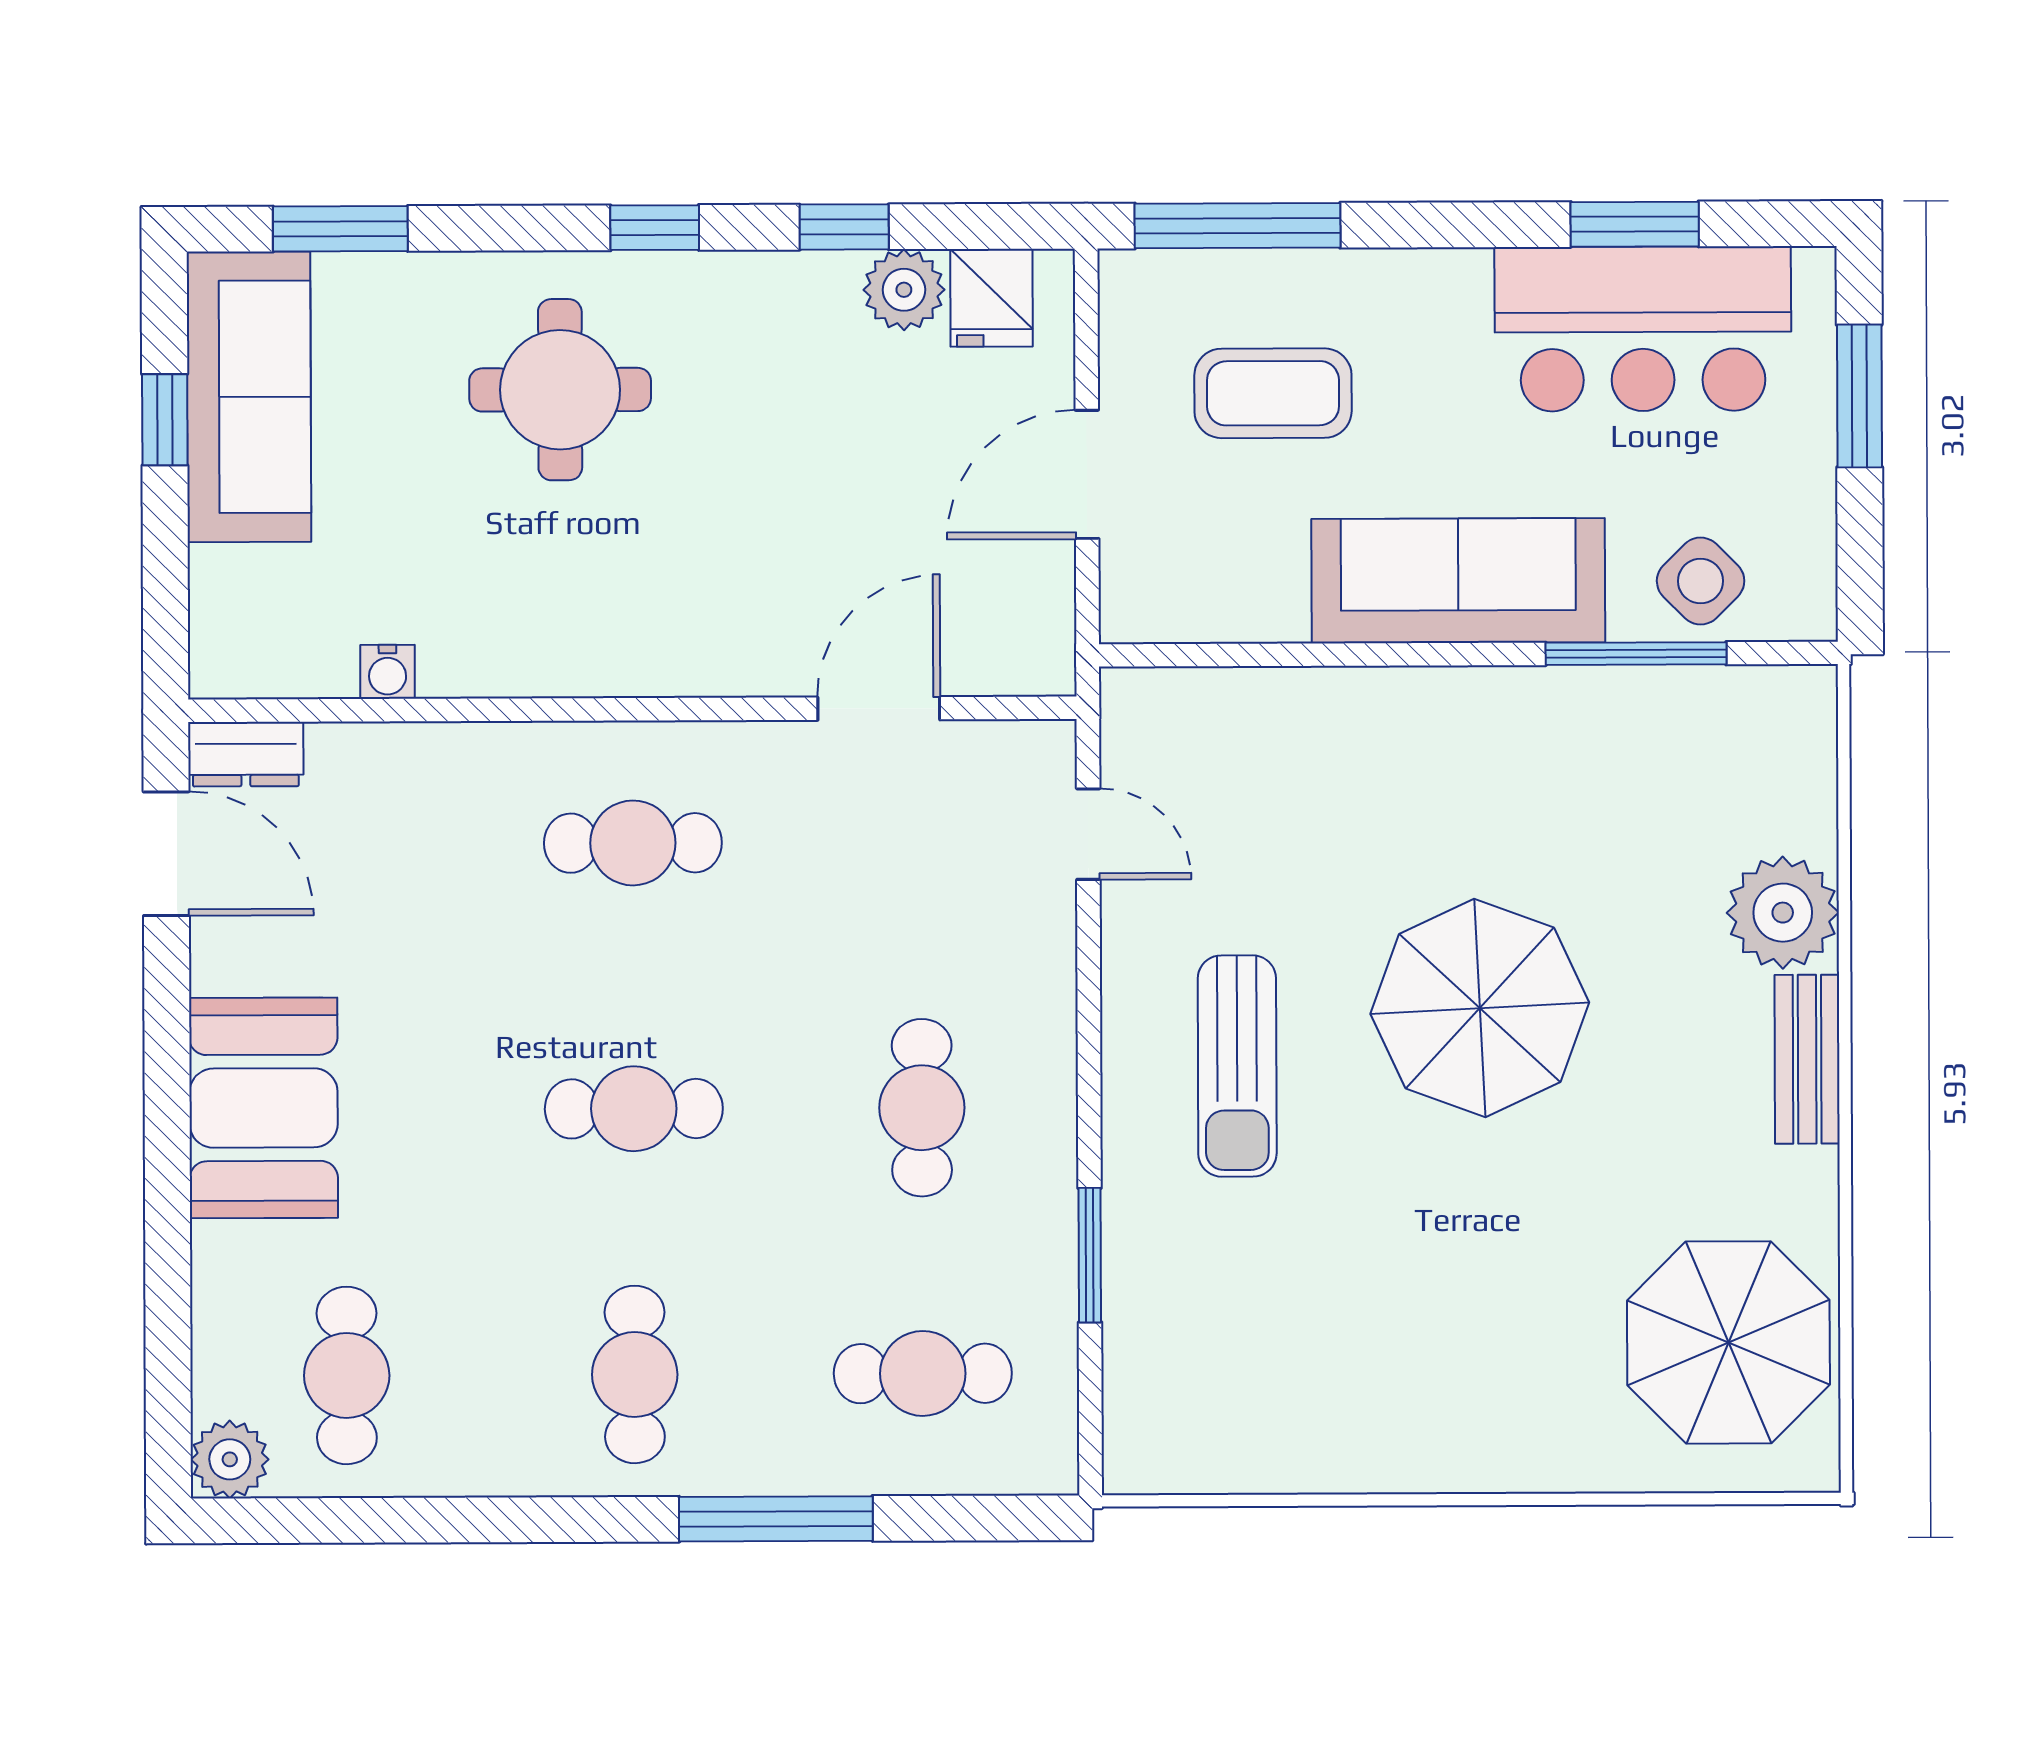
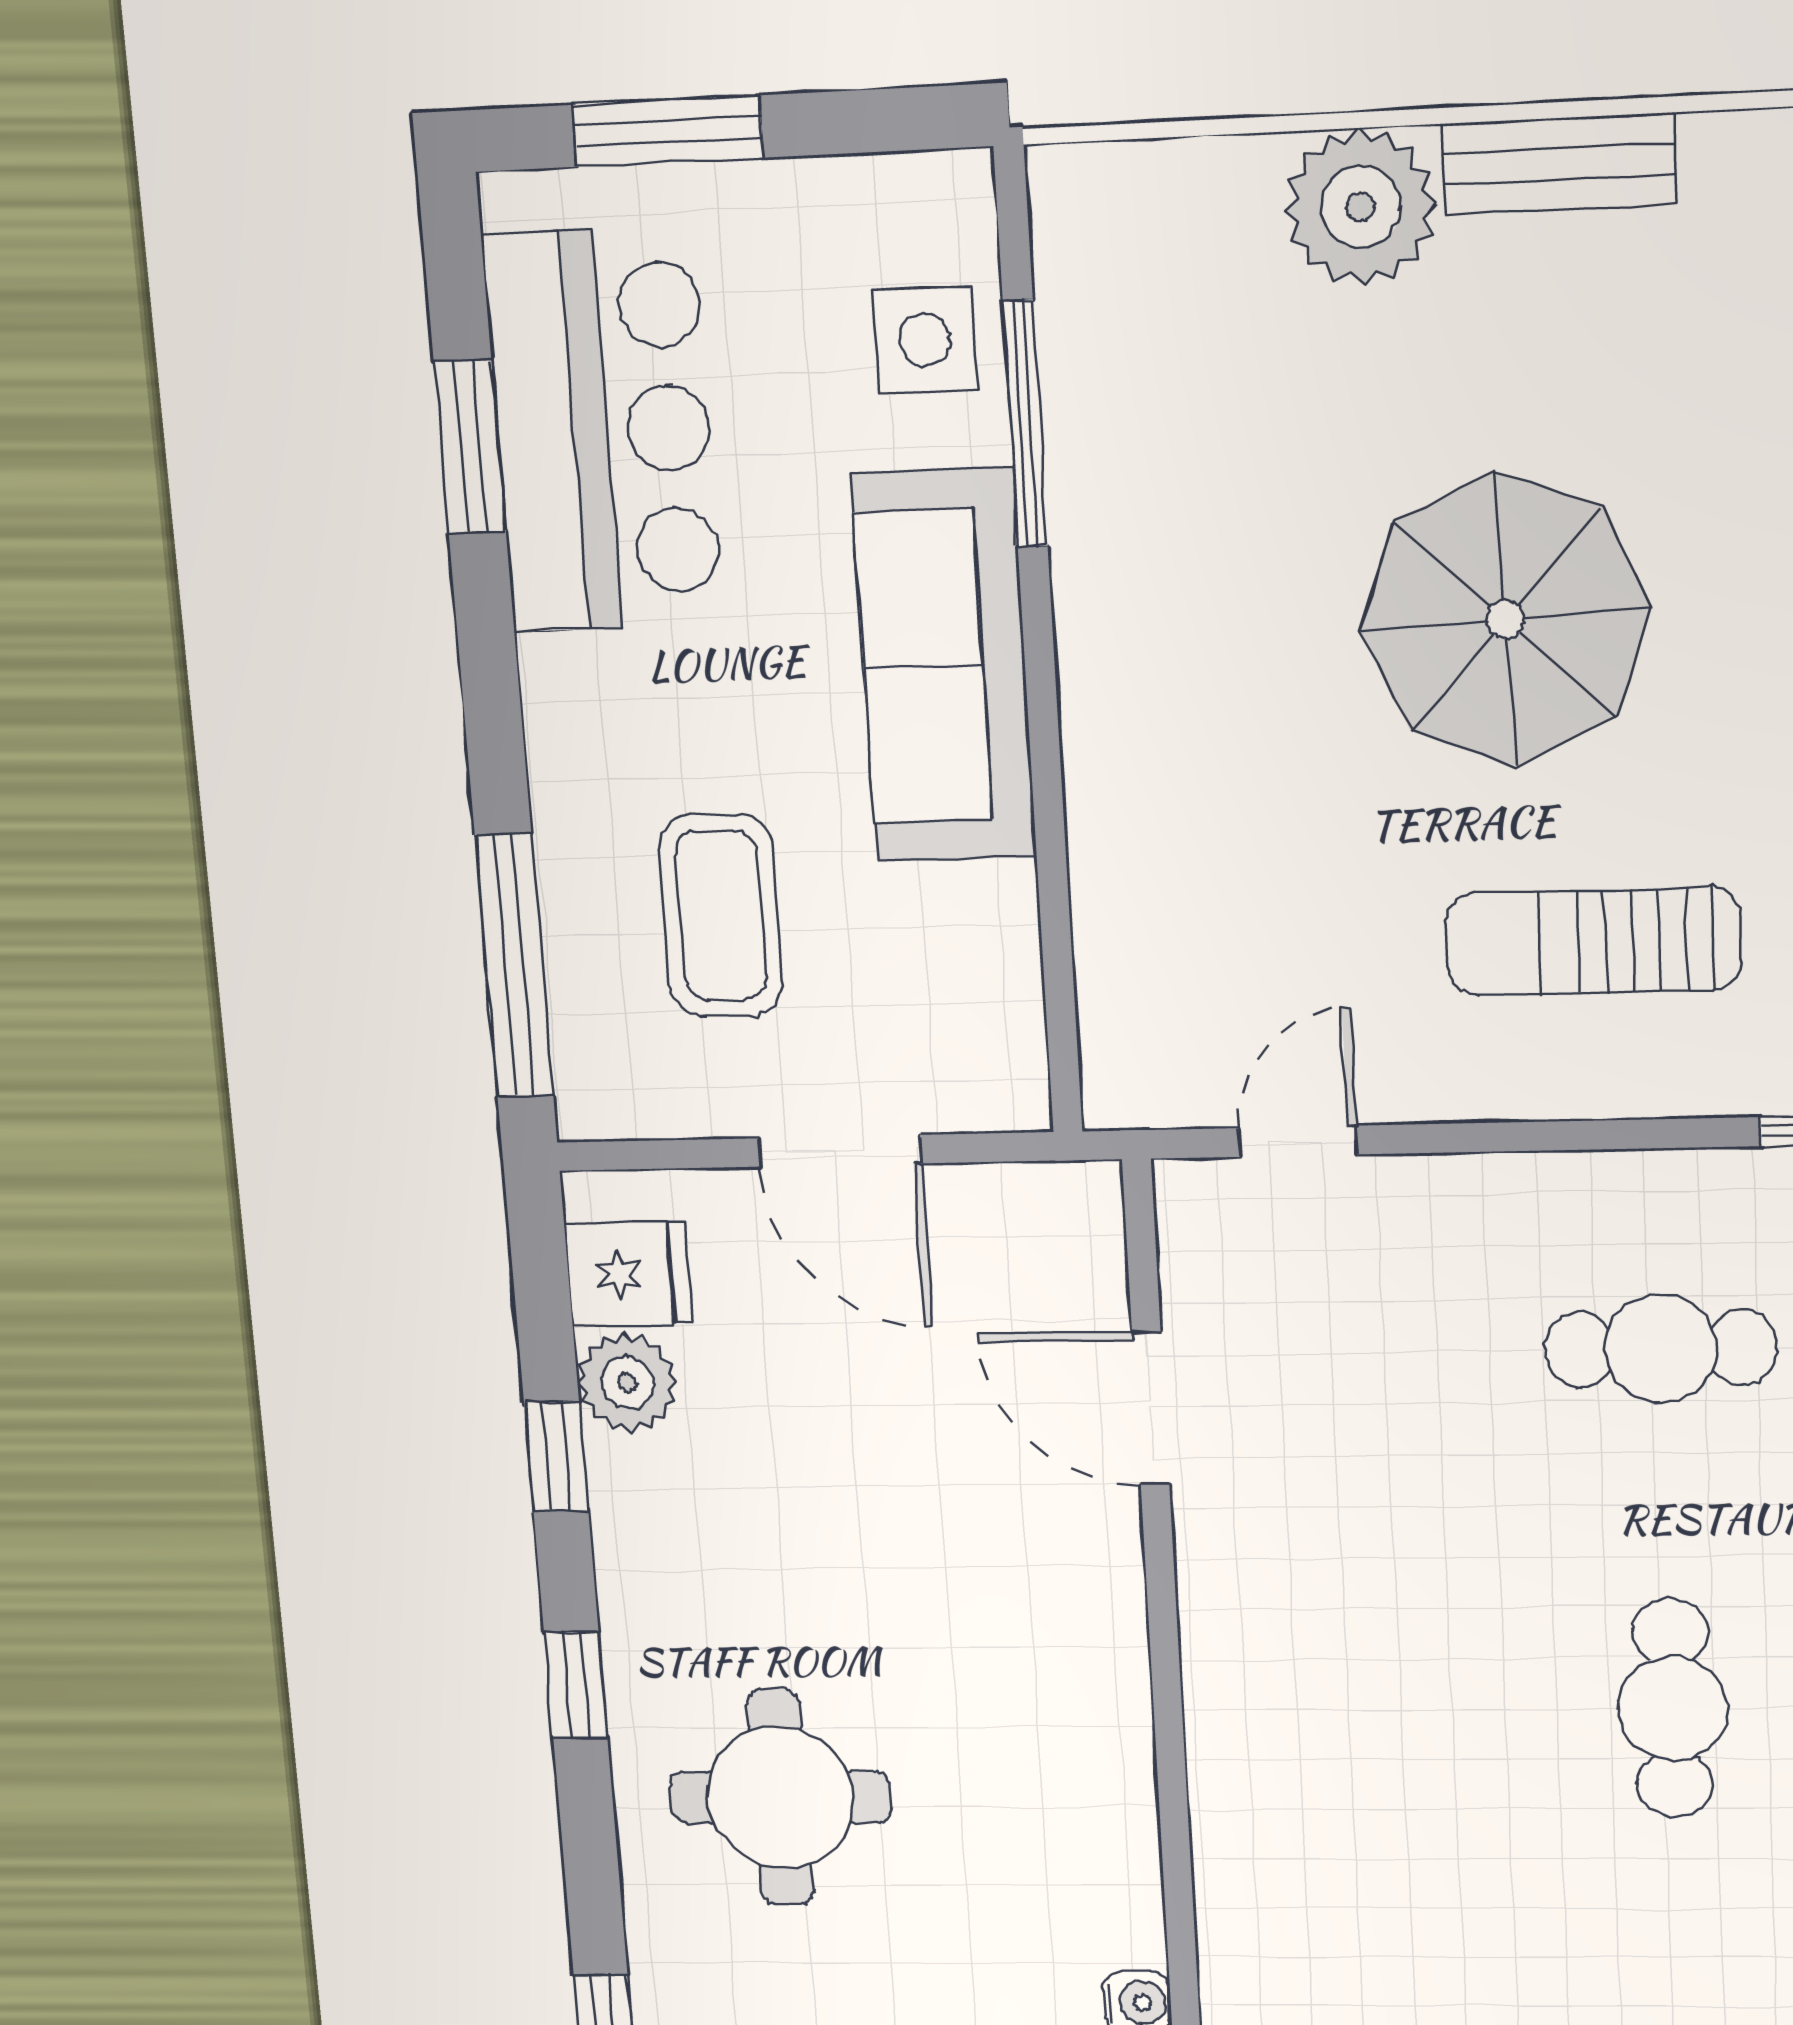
side table: (1701, 581) -> (925, 339), turned 45
cafe table: (633, 843) -> (1335, 1710), removed
sun lounger: (1237, 1066) -> (1593, 942), turned 180

